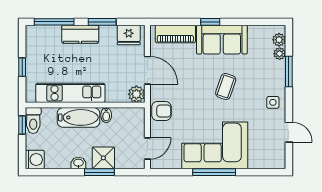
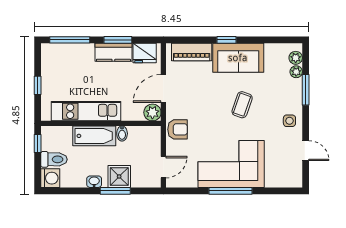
kitchen counter: (80, 34) -> (113, 52), moved
door: (147, 70) -> (163, 88), swing flipped
toilet: (33, 121) -> (54, 159), moved, turned -90

